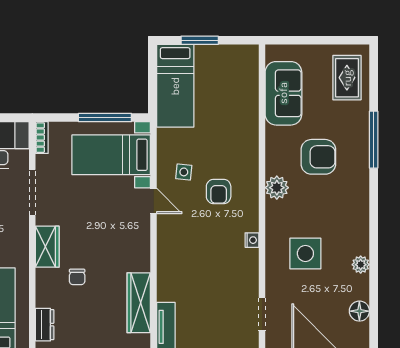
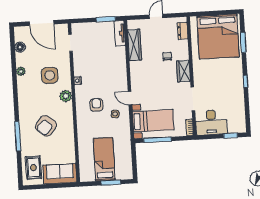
bed: (175, 86) -> (104, 159), moved
sofa: (283, 93) -> (60, 174), moved, turned 90
armchair: (318, 157) -> (46, 126), turned -50
plant: (277, 188) -> (66, 96), moved

